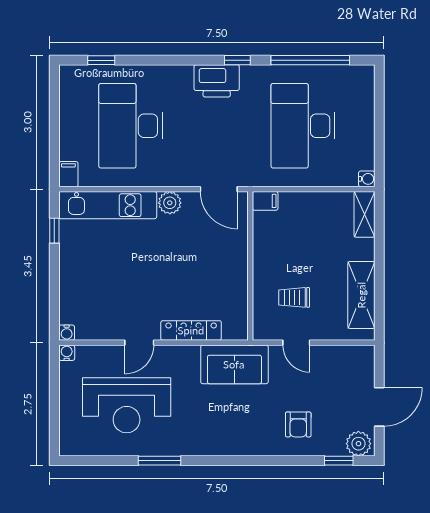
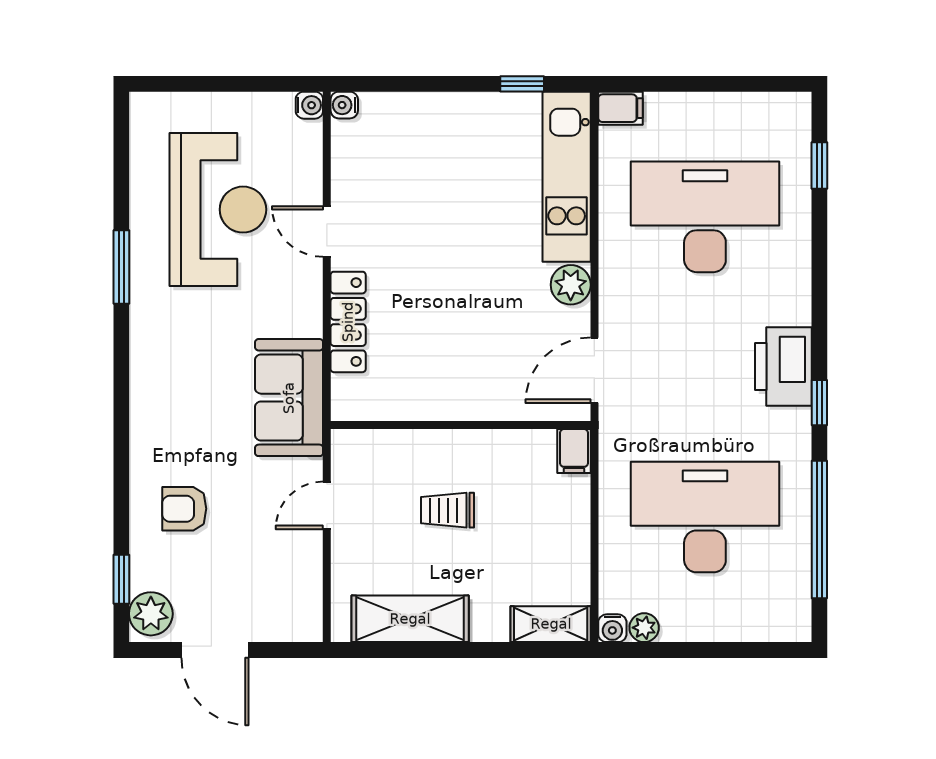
plant: (366, 161) -> (644, 628), added
trolley: (294, 297) -> (447, 510), moved, turned -90
reception desk: (127, 405) -> (218, 210), turned 180

